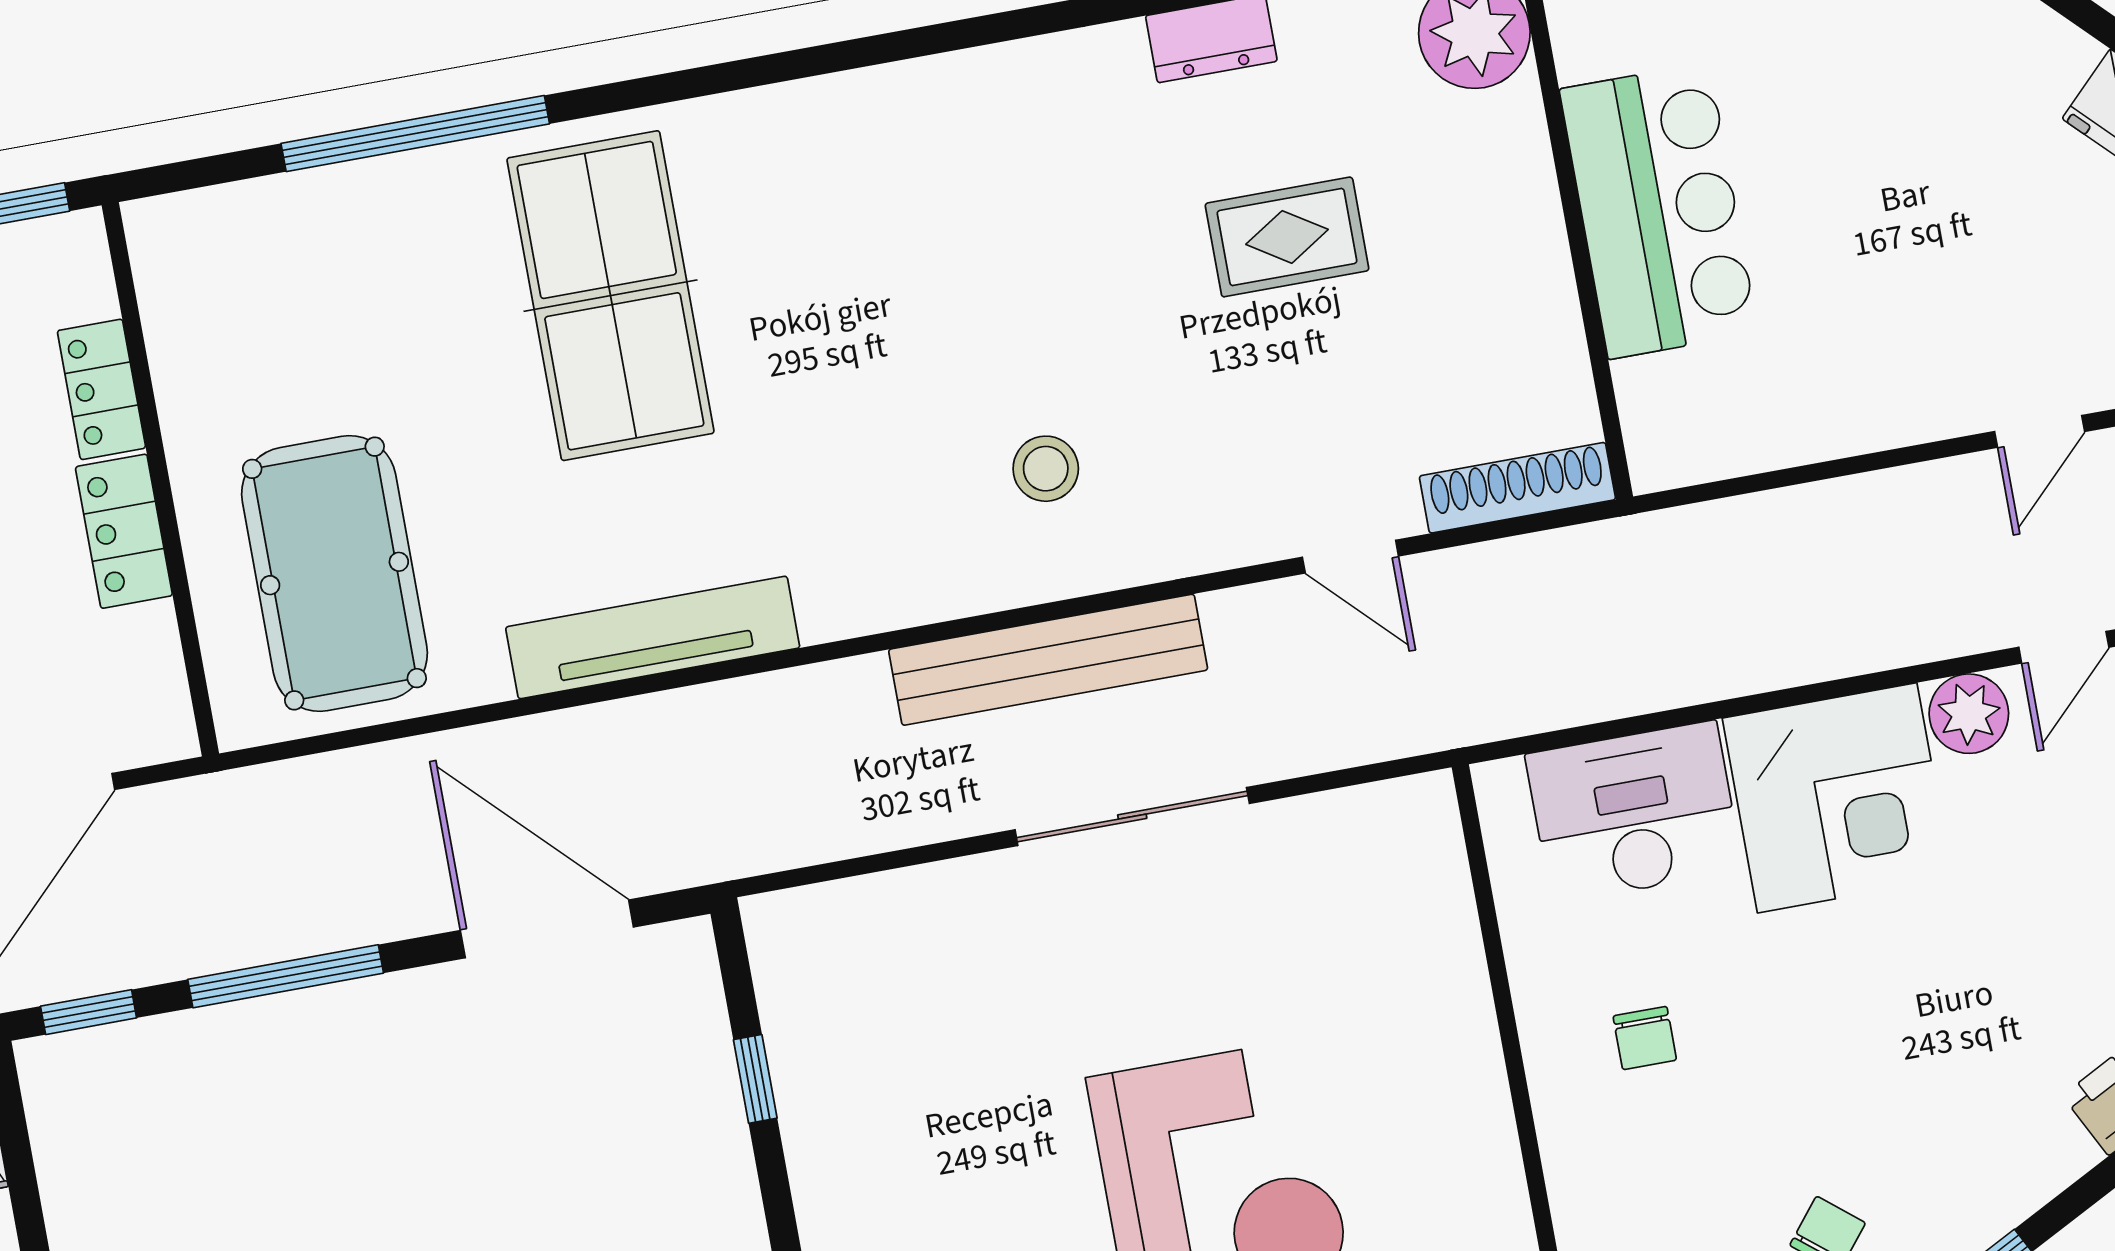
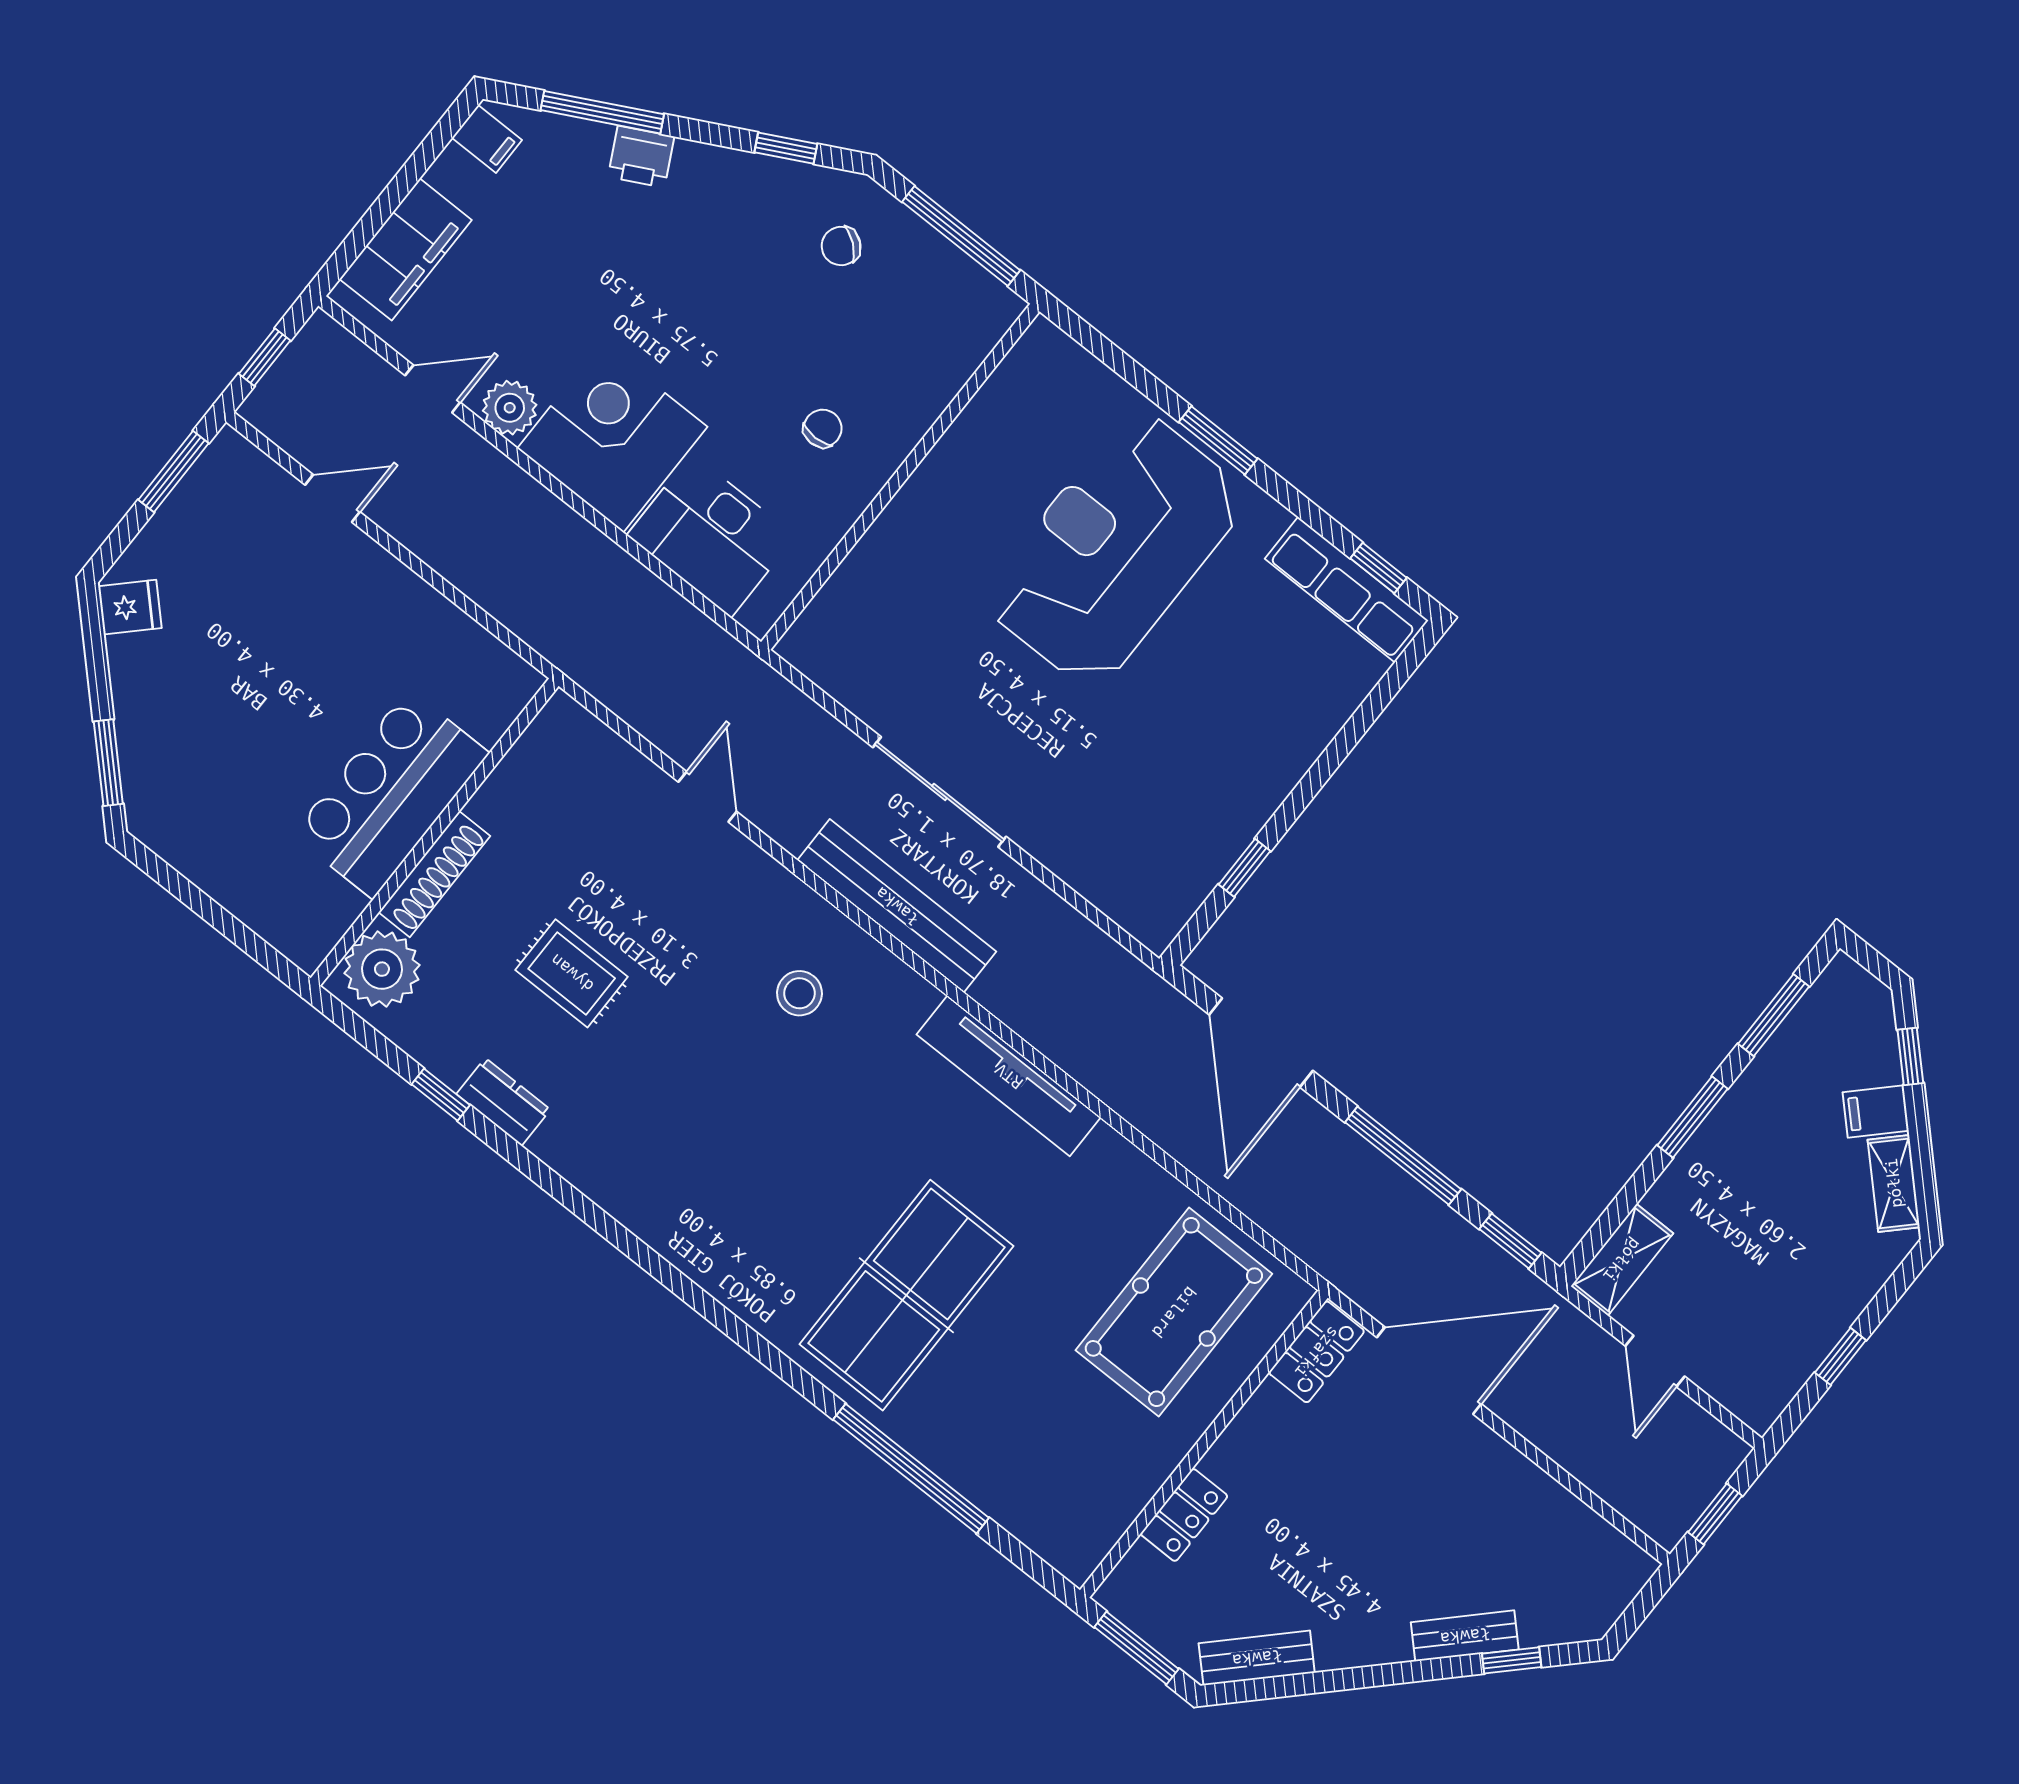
shoe rack: (1517, 488) -> (434, 874), moved, turned -90
locker: (124, 531) -> (1317, 1352), moved
tv unit: (653, 637) -> (1009, 1076), moved

